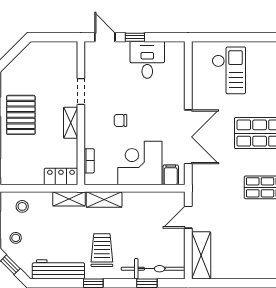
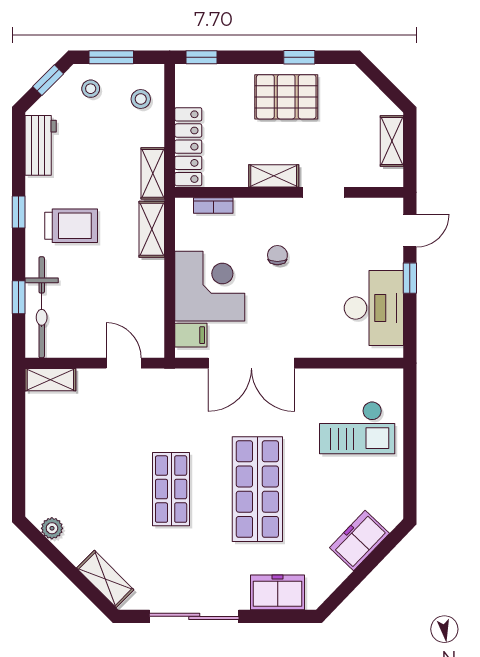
shelving: (49, 48) -> (392, 141), added
desk: (147, 60) -> (374, 308), width x1.37
locker: (61, 177) -> (188, 147), width x1.53
shelving: (201, 255) -> (50, 380), width x0.67, depth x0.75
workbench: (58, 269) -> (41, 145), width x0.73

